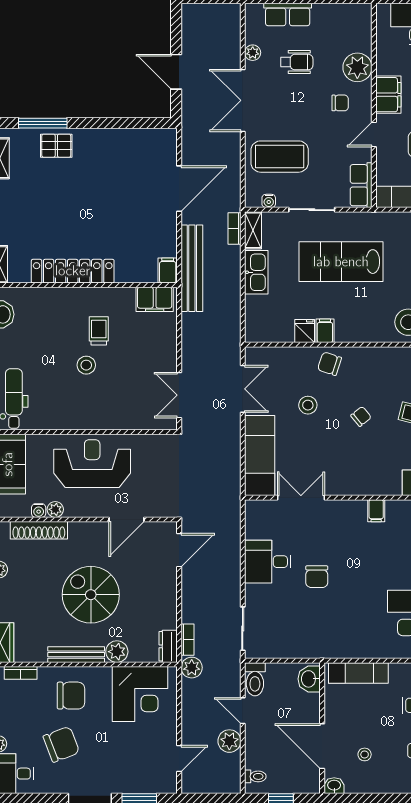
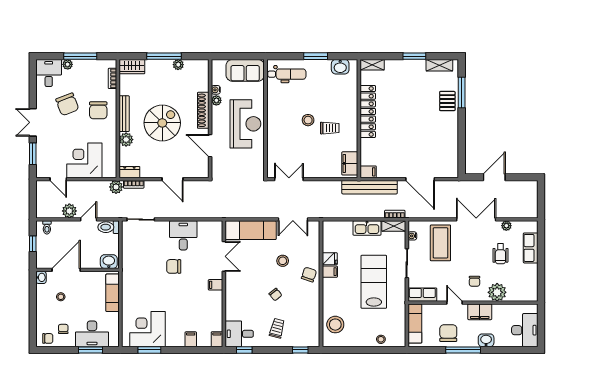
filing cabinet: (376, 511) -> (216, 285), moved
shoe rack: (39, 530) -> (203, 110), moved
door: (179, 550) -> (173, 179), moved
corner desk: (140, 694) -> (84, 160), moved, turned 90

